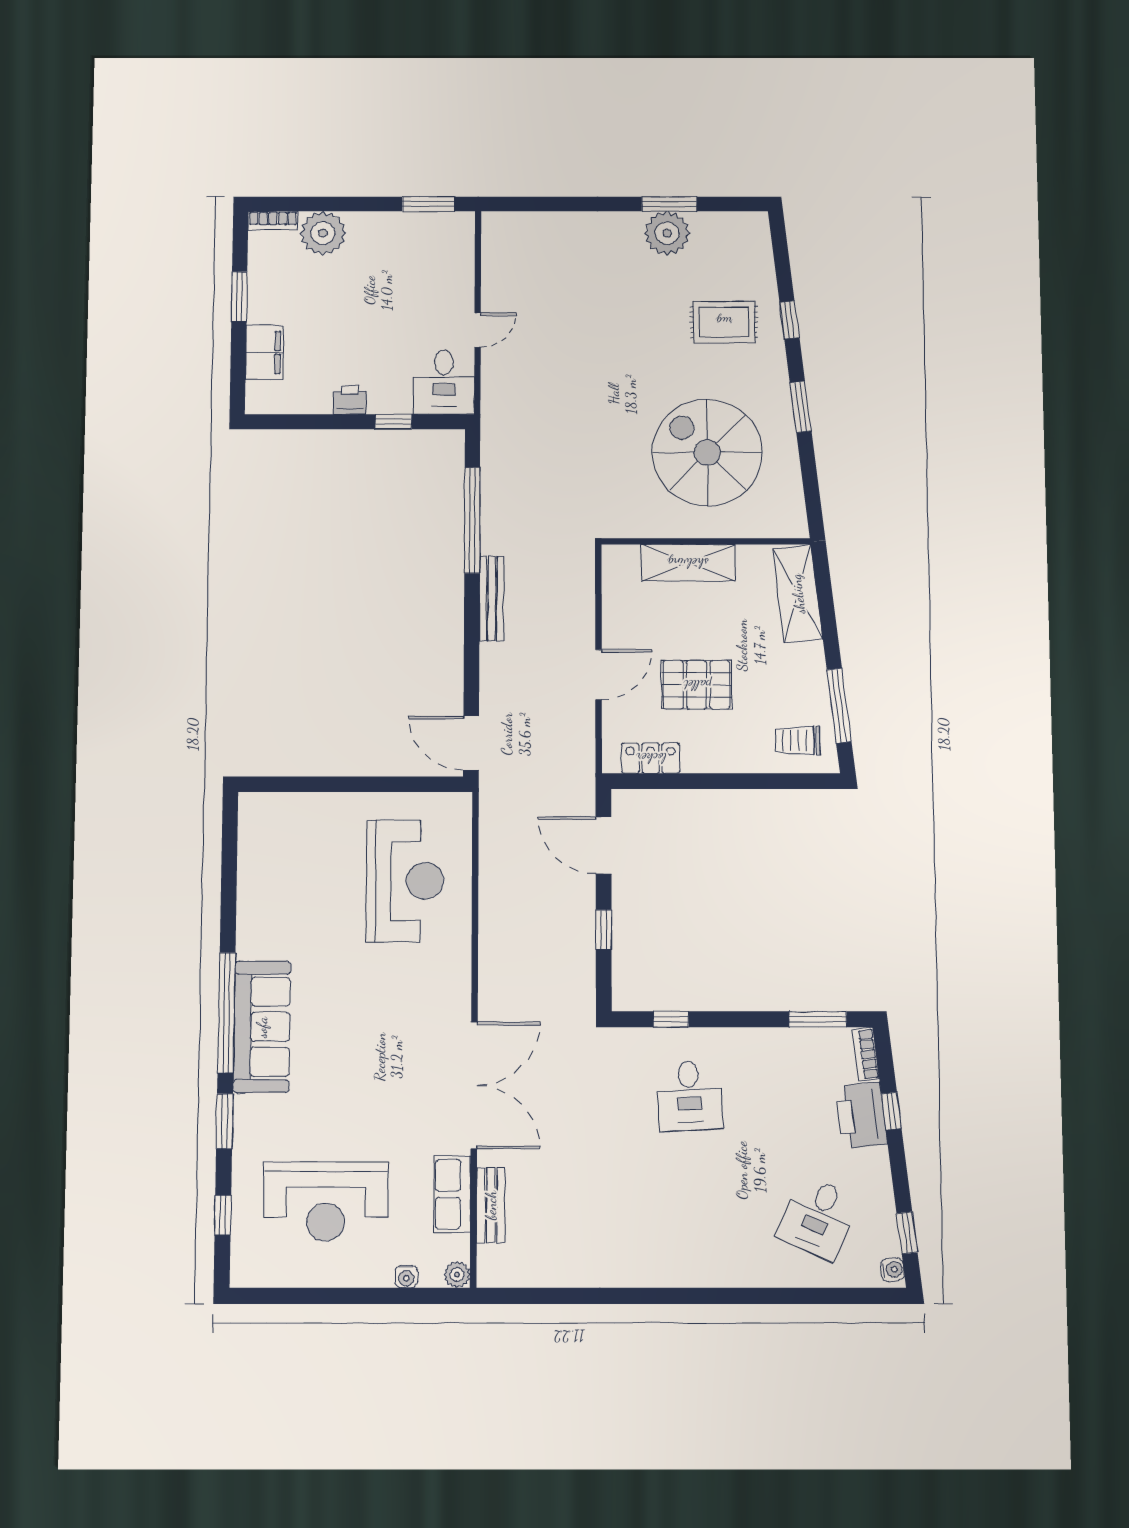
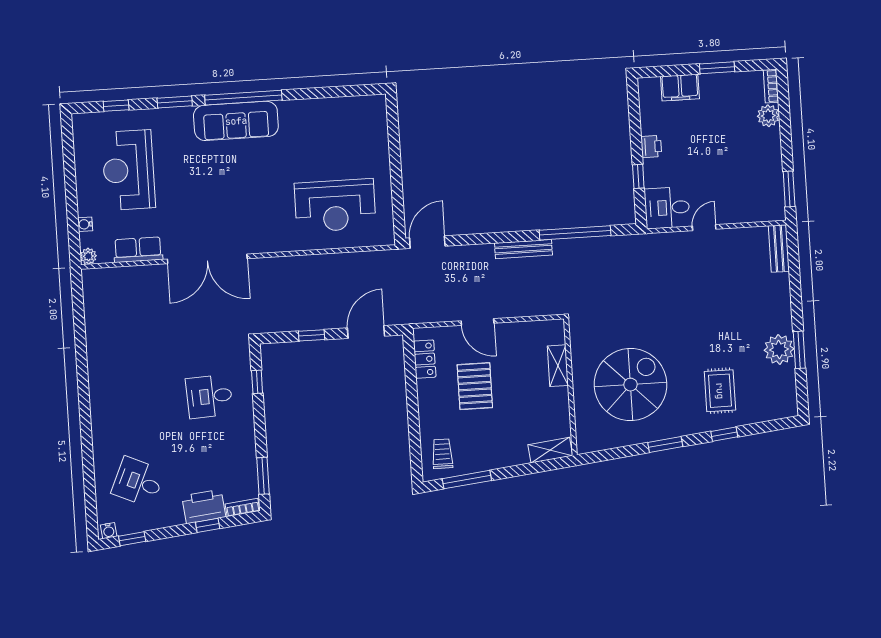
plant: (323, 233) -> (768, 116), width x0.73, depth x0.73
door: (478, 330) -> (704, 228), swing flipped
shelving: (688, 563) -> (558, 366), width x0.67, depth x0.75
shelving: (798, 594) -> (550, 450), width x0.67, depth x0.75
bench: (491, 1205) -> (779, 249), moved, turned 90

